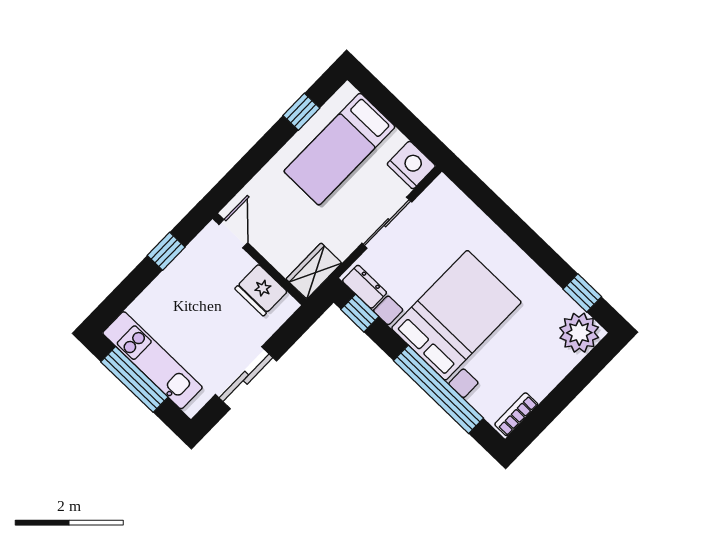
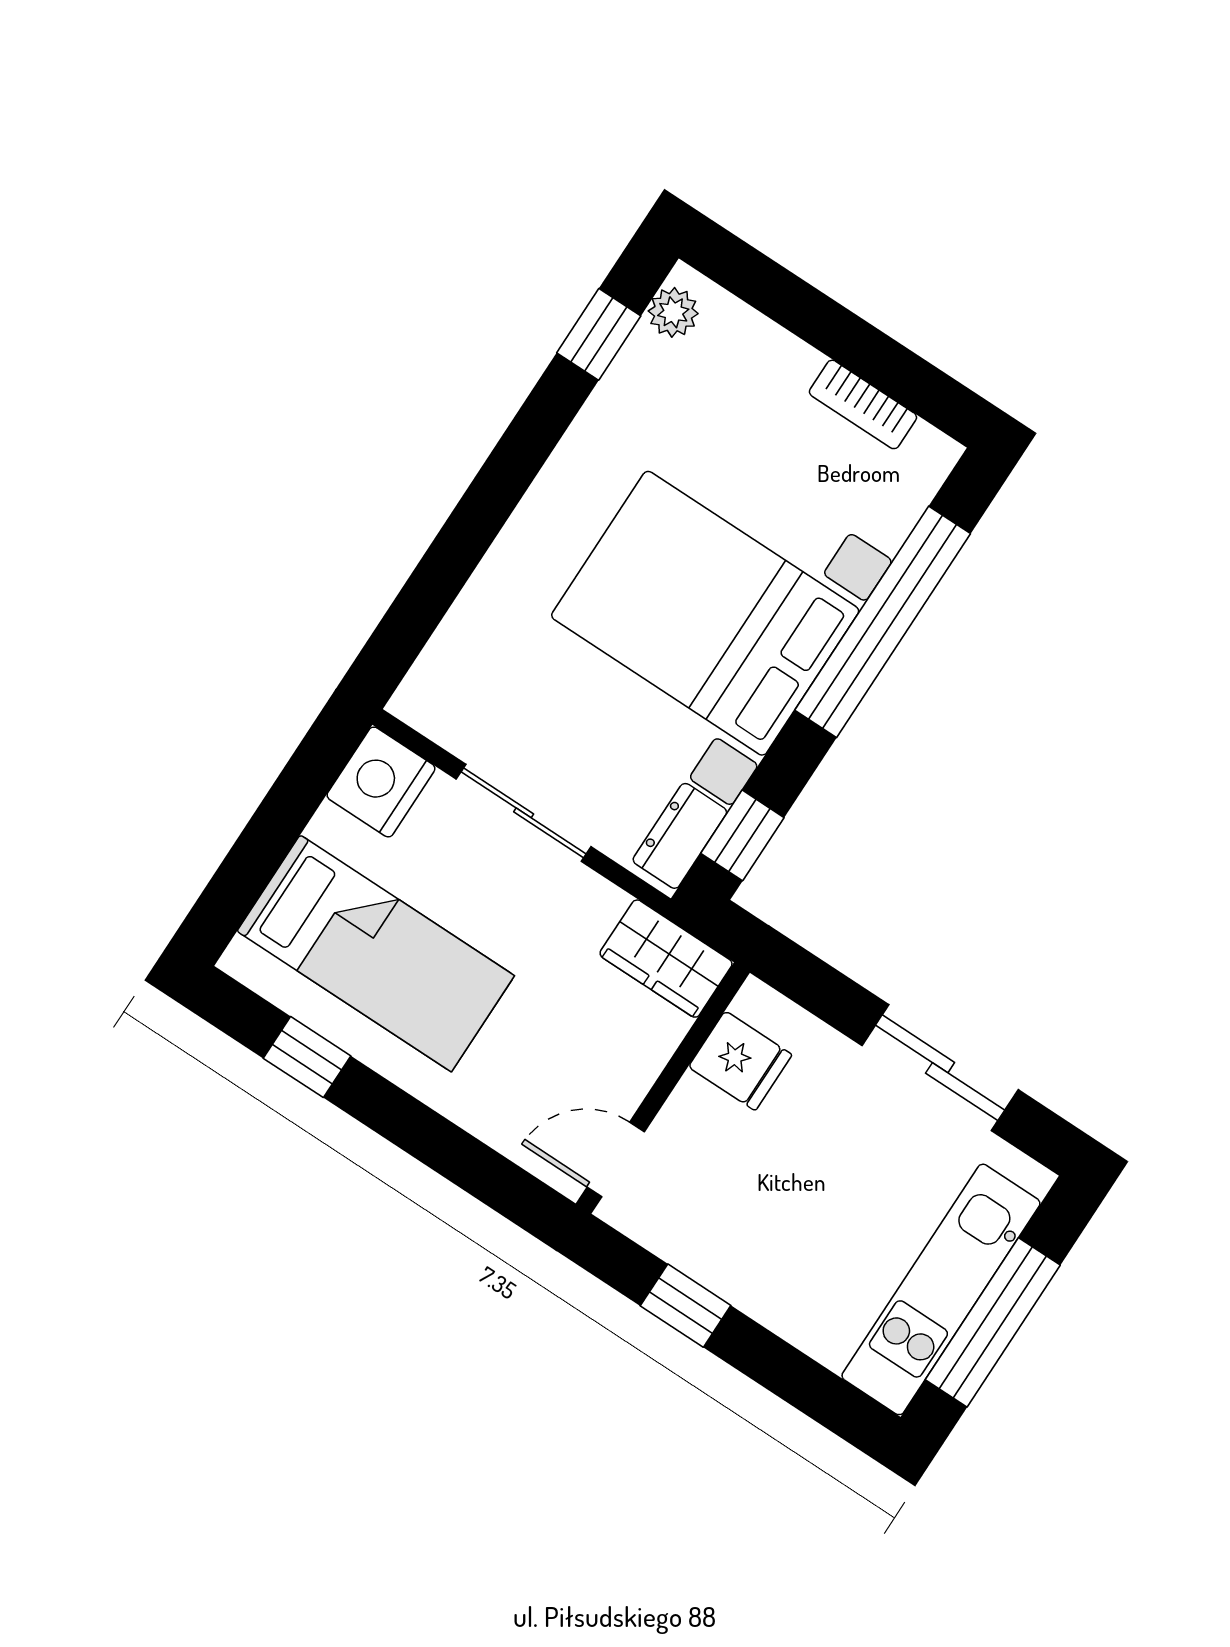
fridge: (261, 290) -> (740, 1061), width x0.72
plant: (579, 333) -> (673, 312), width x0.53, depth x0.53
bookcase: (516, 414) -> (863, 404), moved

